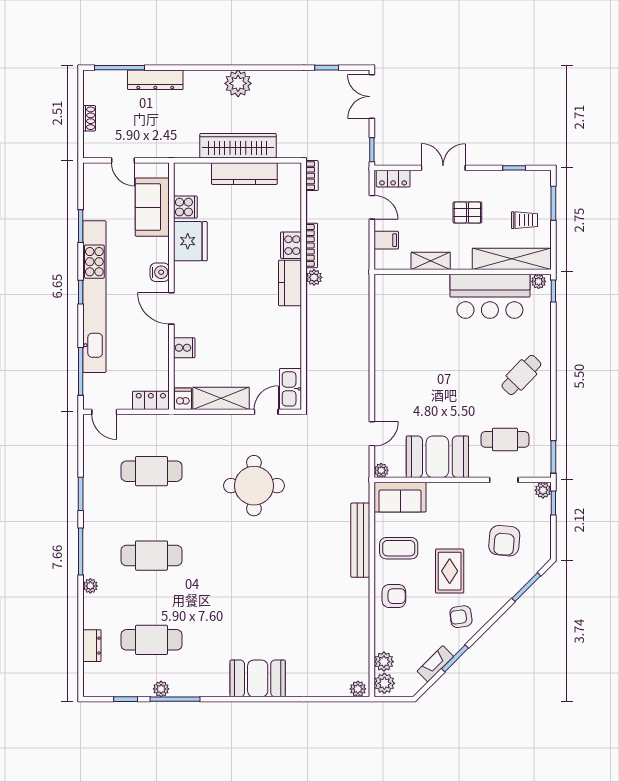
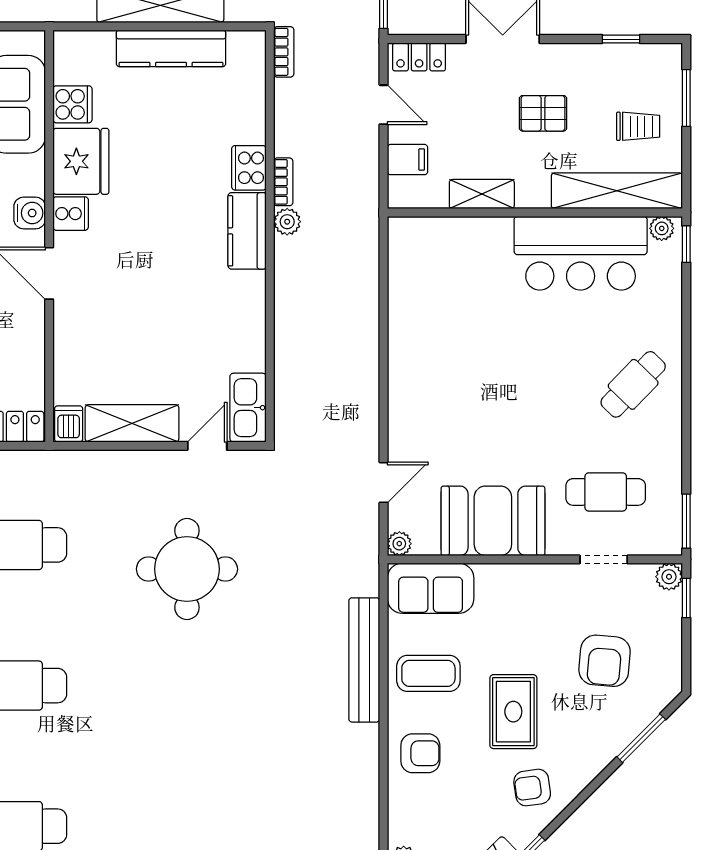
bookcase: (312, 245) -> (283, 182), width x0.64
cooker: (184, 348) -> (71, 214), moved

